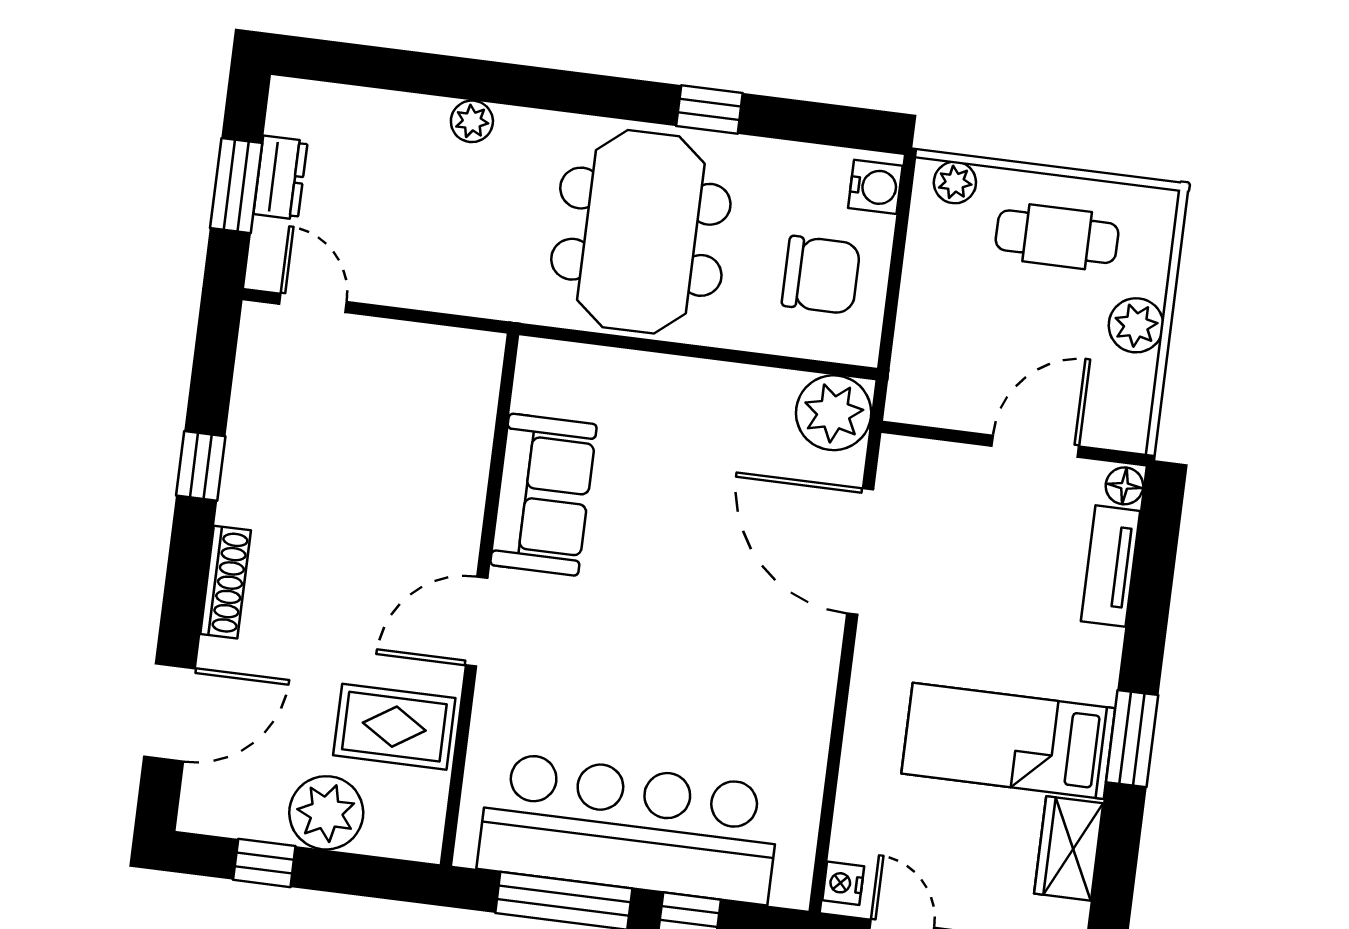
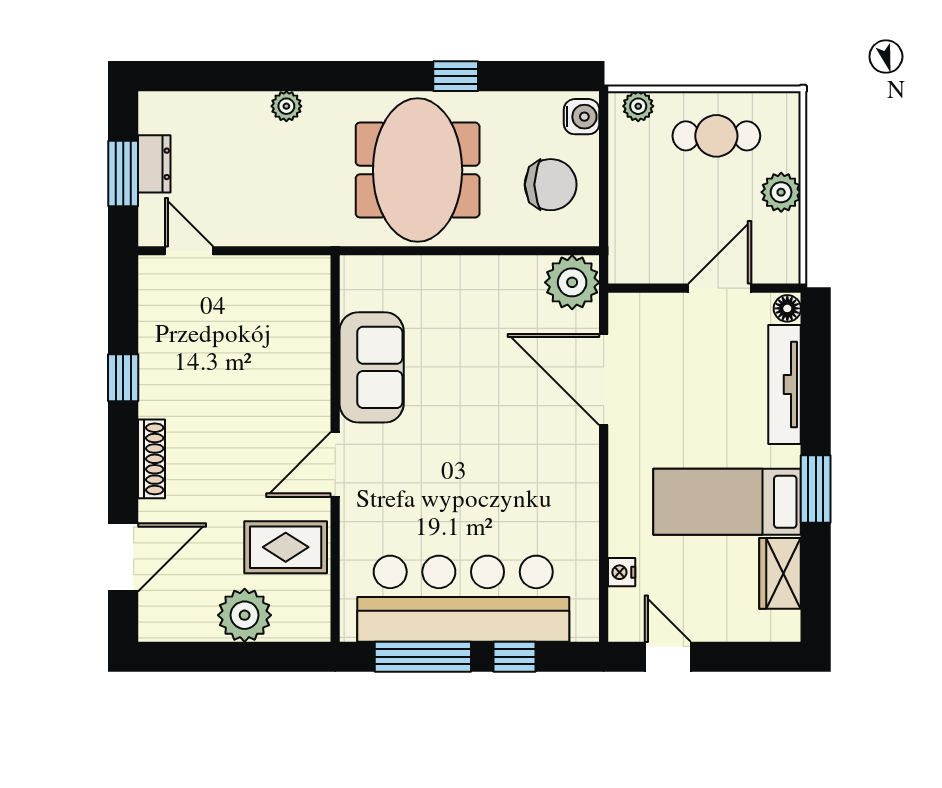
tv unit: (1110, 566) -> (785, 385), width x1.41
window: (264, 863) -> (205, 657), removed
nightstand: (843, 883) -> (622, 572), moved

